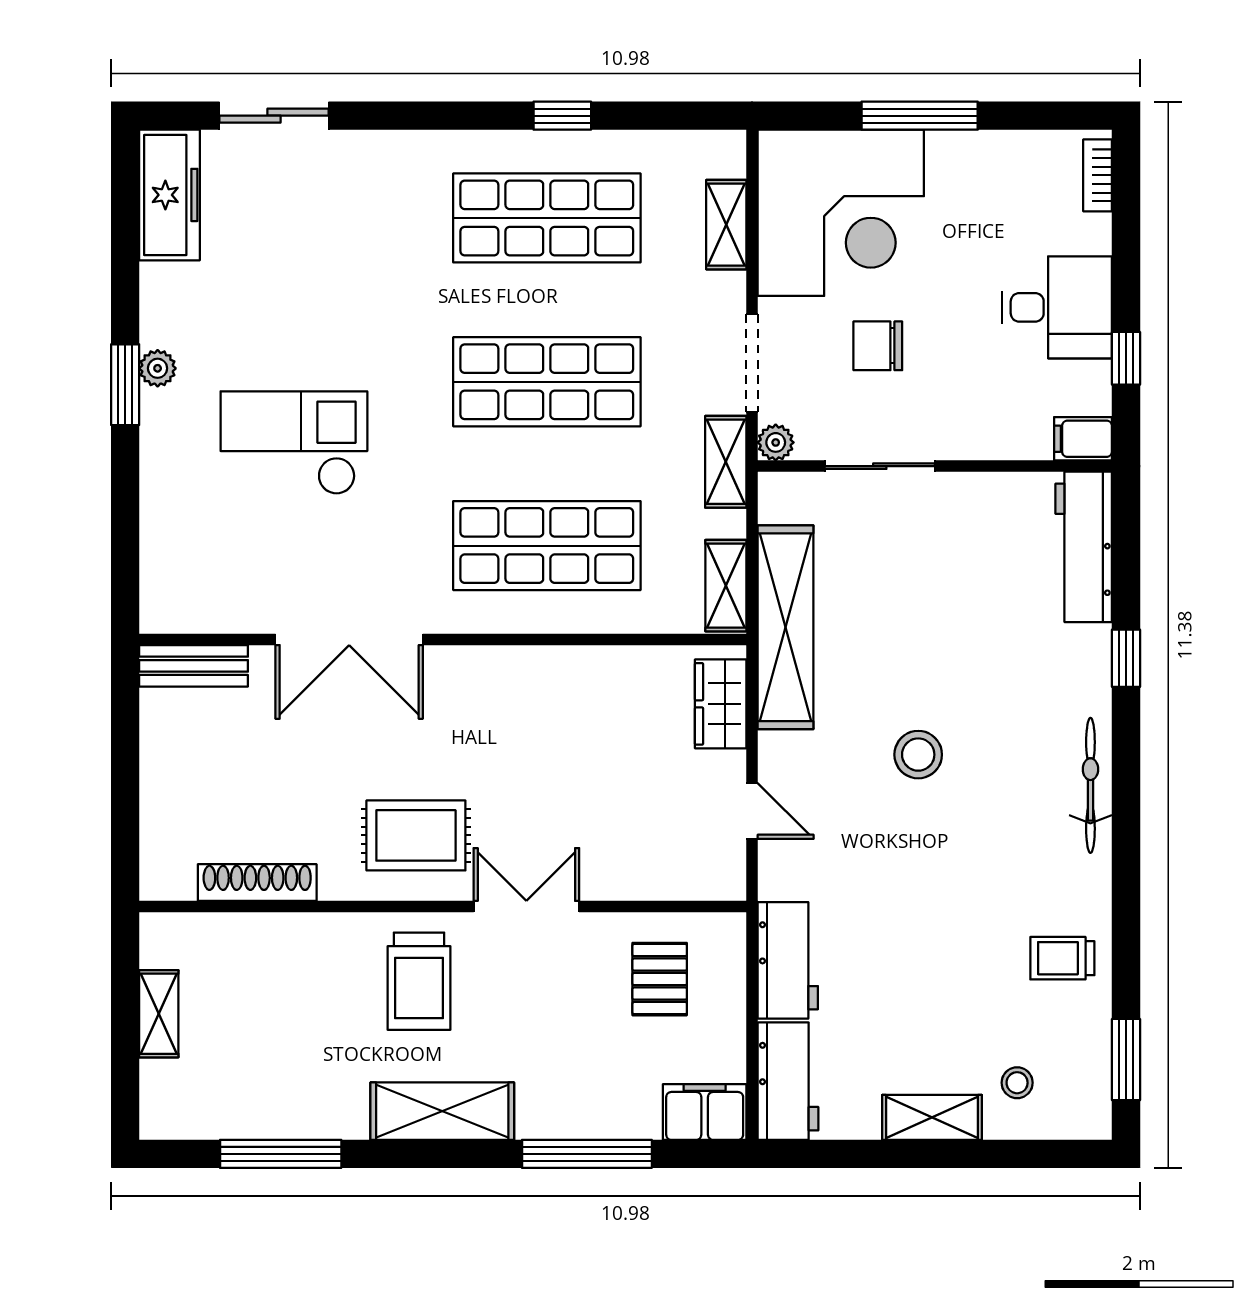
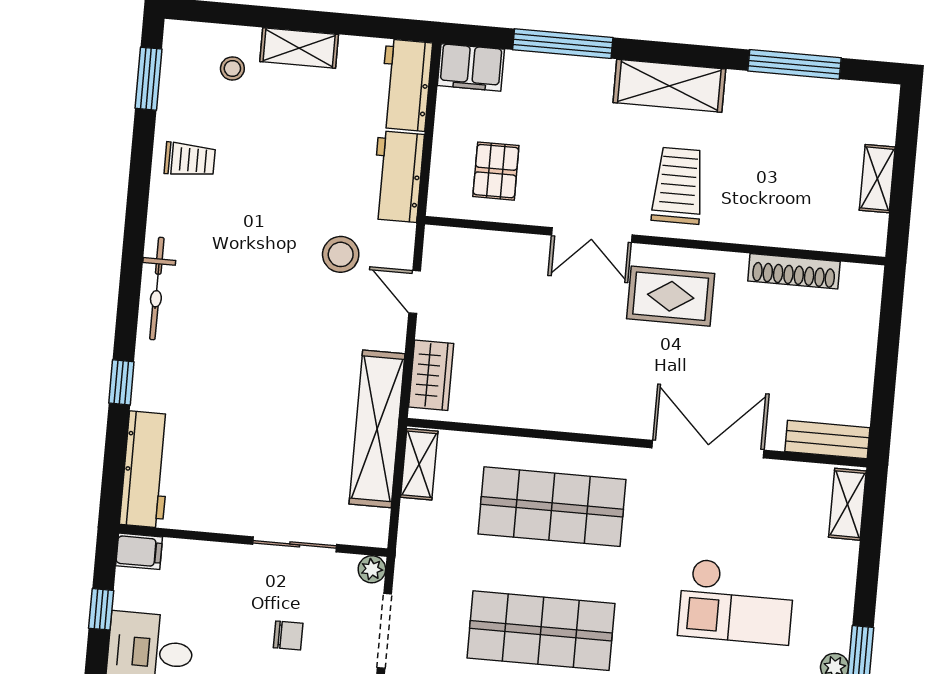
chair: (878, 346) -> (288, 636), width x0.73, depth x0.73
shelving: (726, 462) -> (847, 504), moved
stool: (918, 755) -> (341, 254), moved

